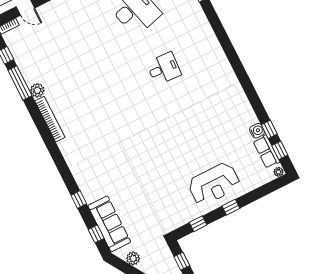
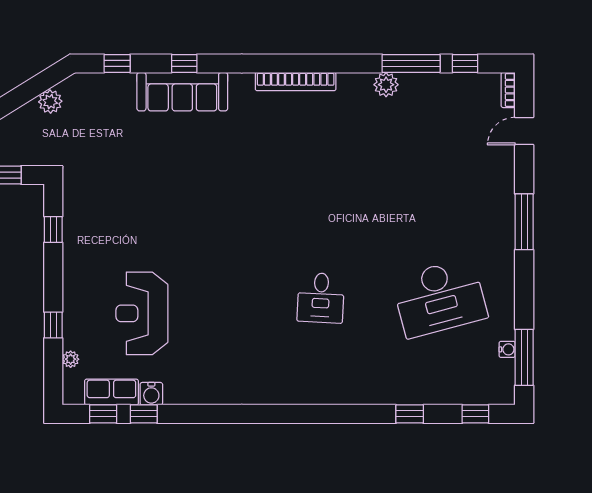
bookcase: (50, 119) -> (296, 82), moved
plant: (279, 172) -> (71, 359), moved
reception desk: (214, 184) -> (142, 313), moved
window: (231, 207) -> (53, 325), moved
sofa: (109, 224) -> (182, 92), moved

